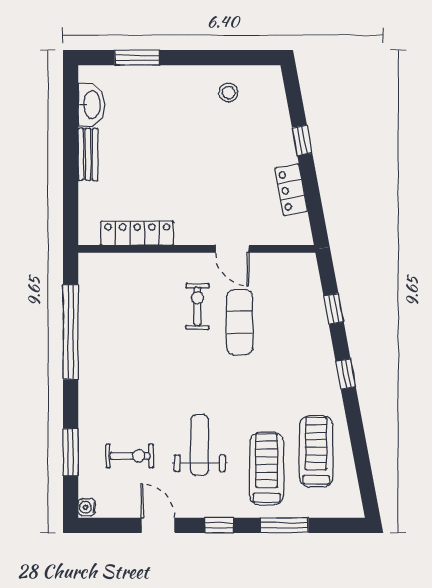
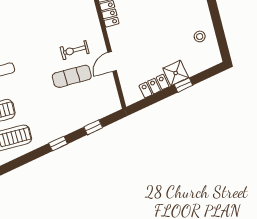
shower: (279, 148) -> (176, 73), added
exercise bike: (197, 306) -> (75, 50), turned 180

